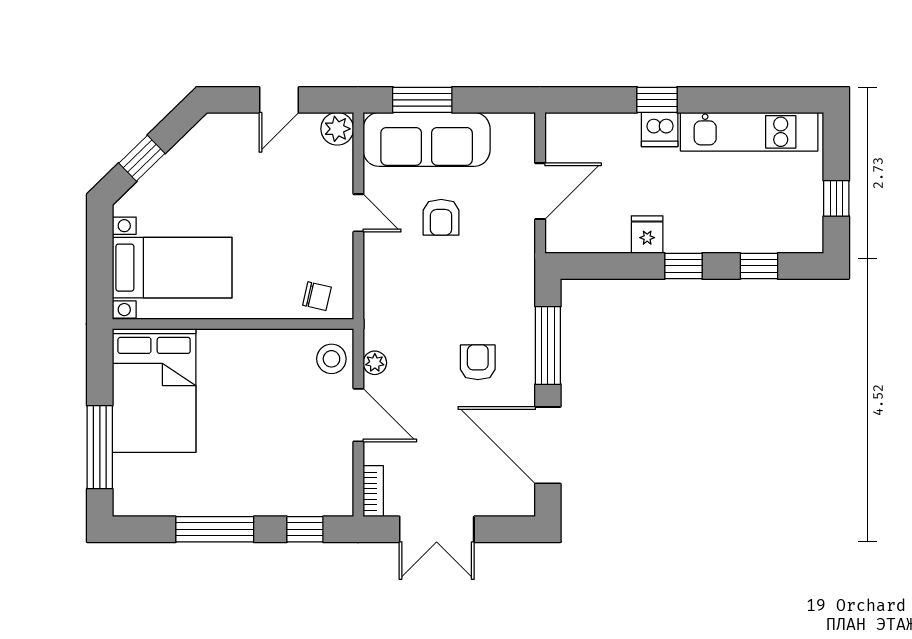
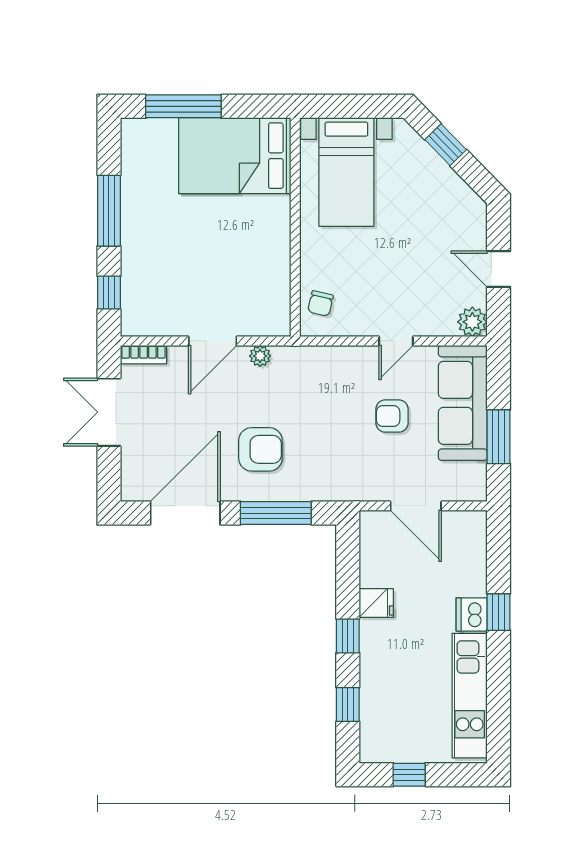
window: (422, 100) -> (499, 437), moved
stool: (331, 359) -> (264, 317), removed
armchair: (478, 362) -> (260, 449), width x1.38, depth x1.38

